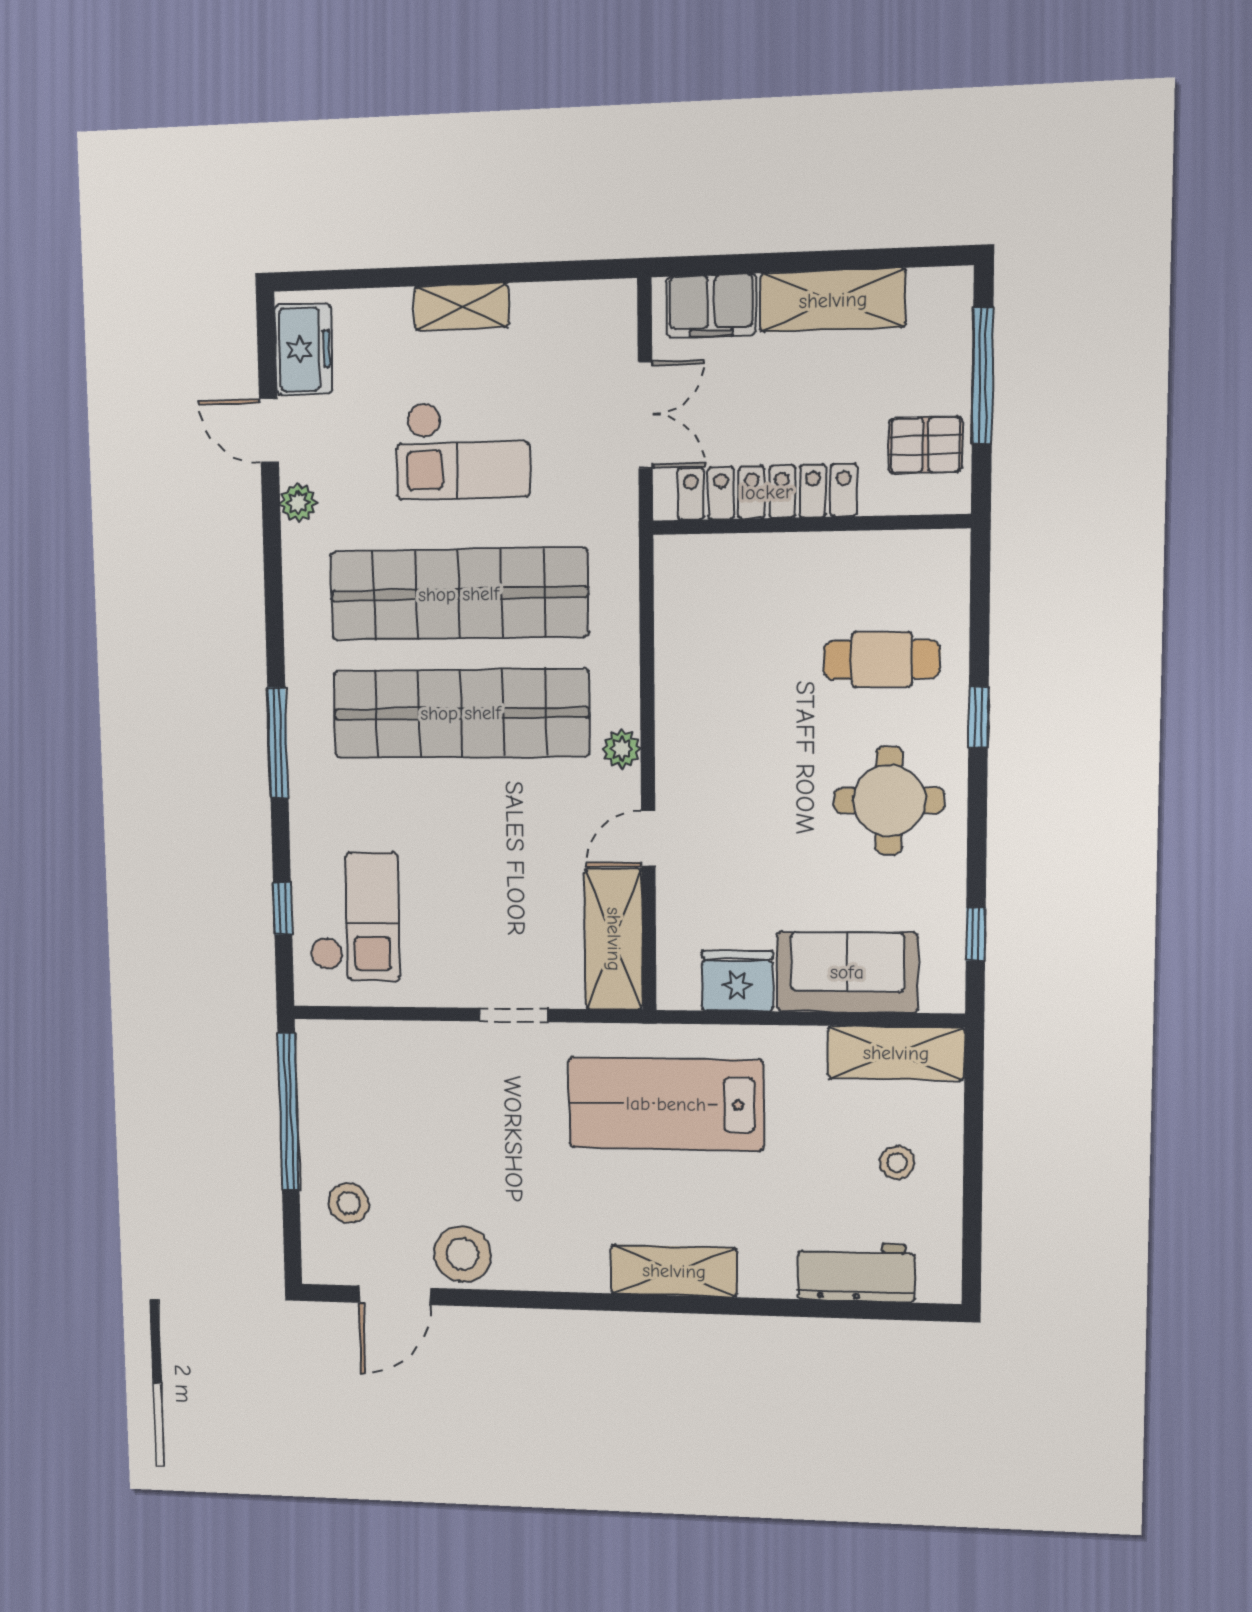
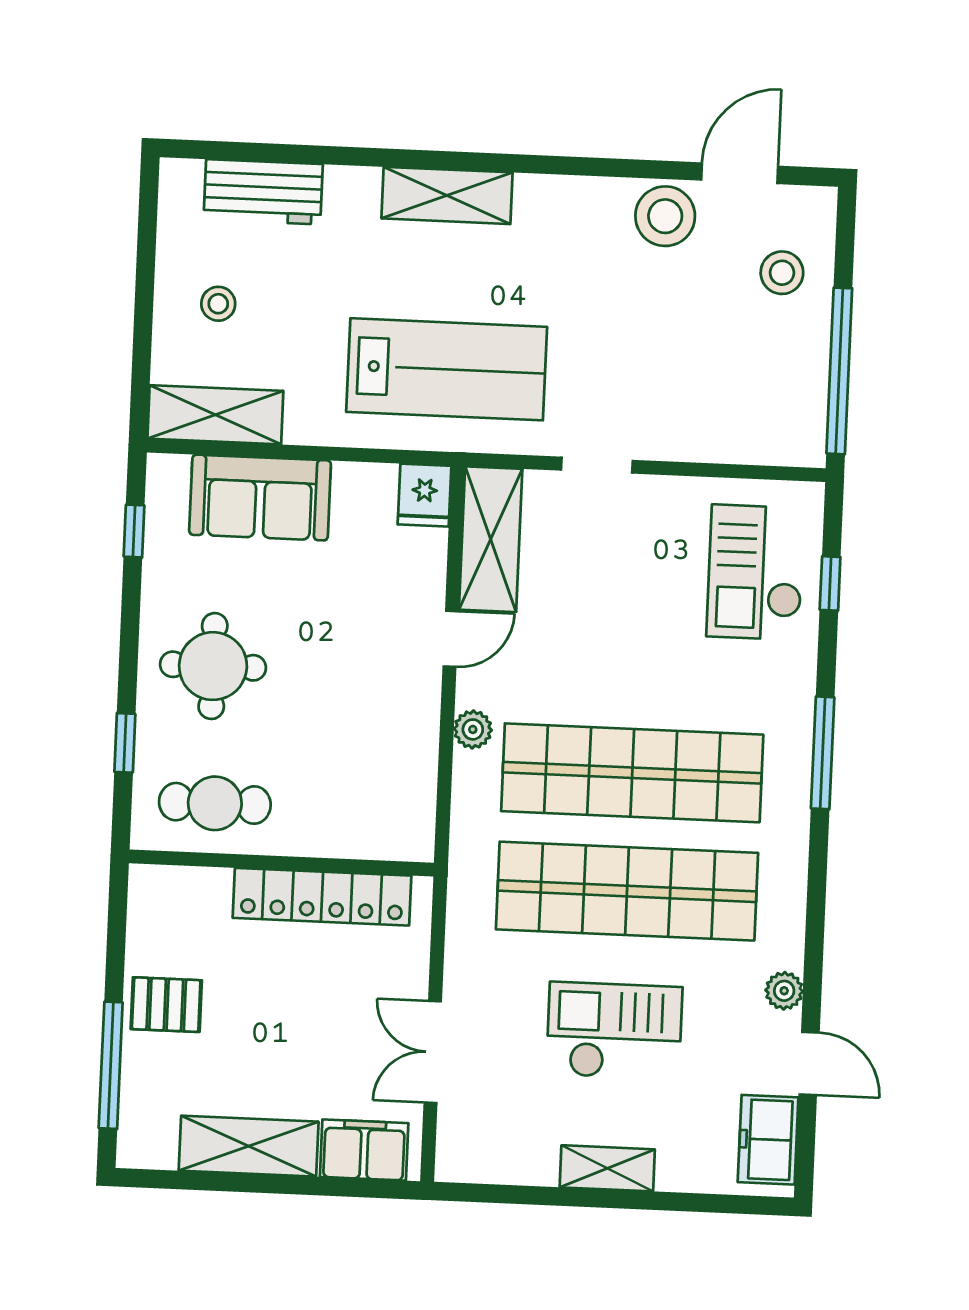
locker: (767, 492) -> (322, 897), moved
wall: (810, 524) -> (281, 863), moved
fridge: (737, 981) -> (424, 495), moved, width x0.72

